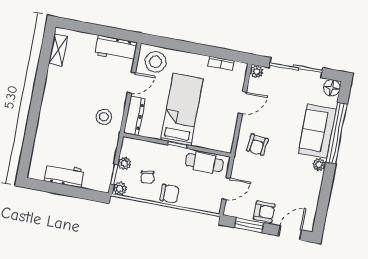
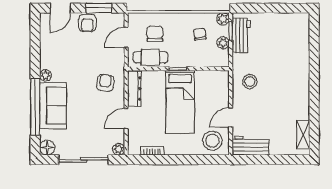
dresser: (134, 116) -> (134, 88), moved, turned 180
workbench: (64, 175) -> (241, 35), moved, turned -90
chair: (170, 194) -> (155, 34), moved, turned 90
armchair: (264, 212) -> (87, 23), turned -90

